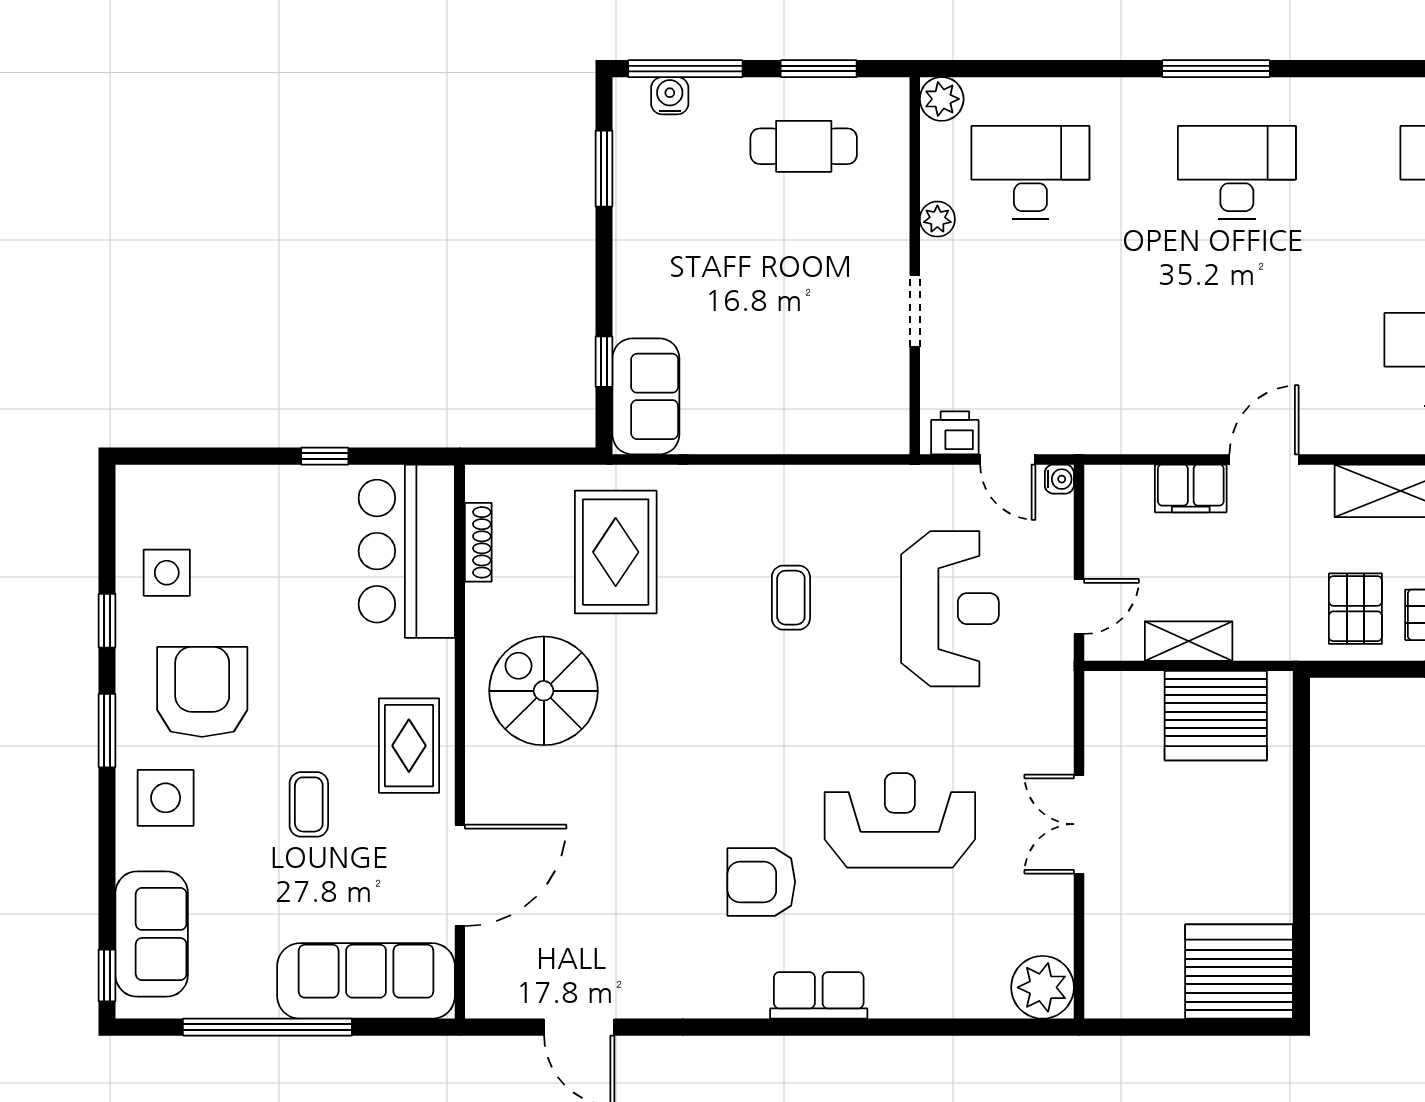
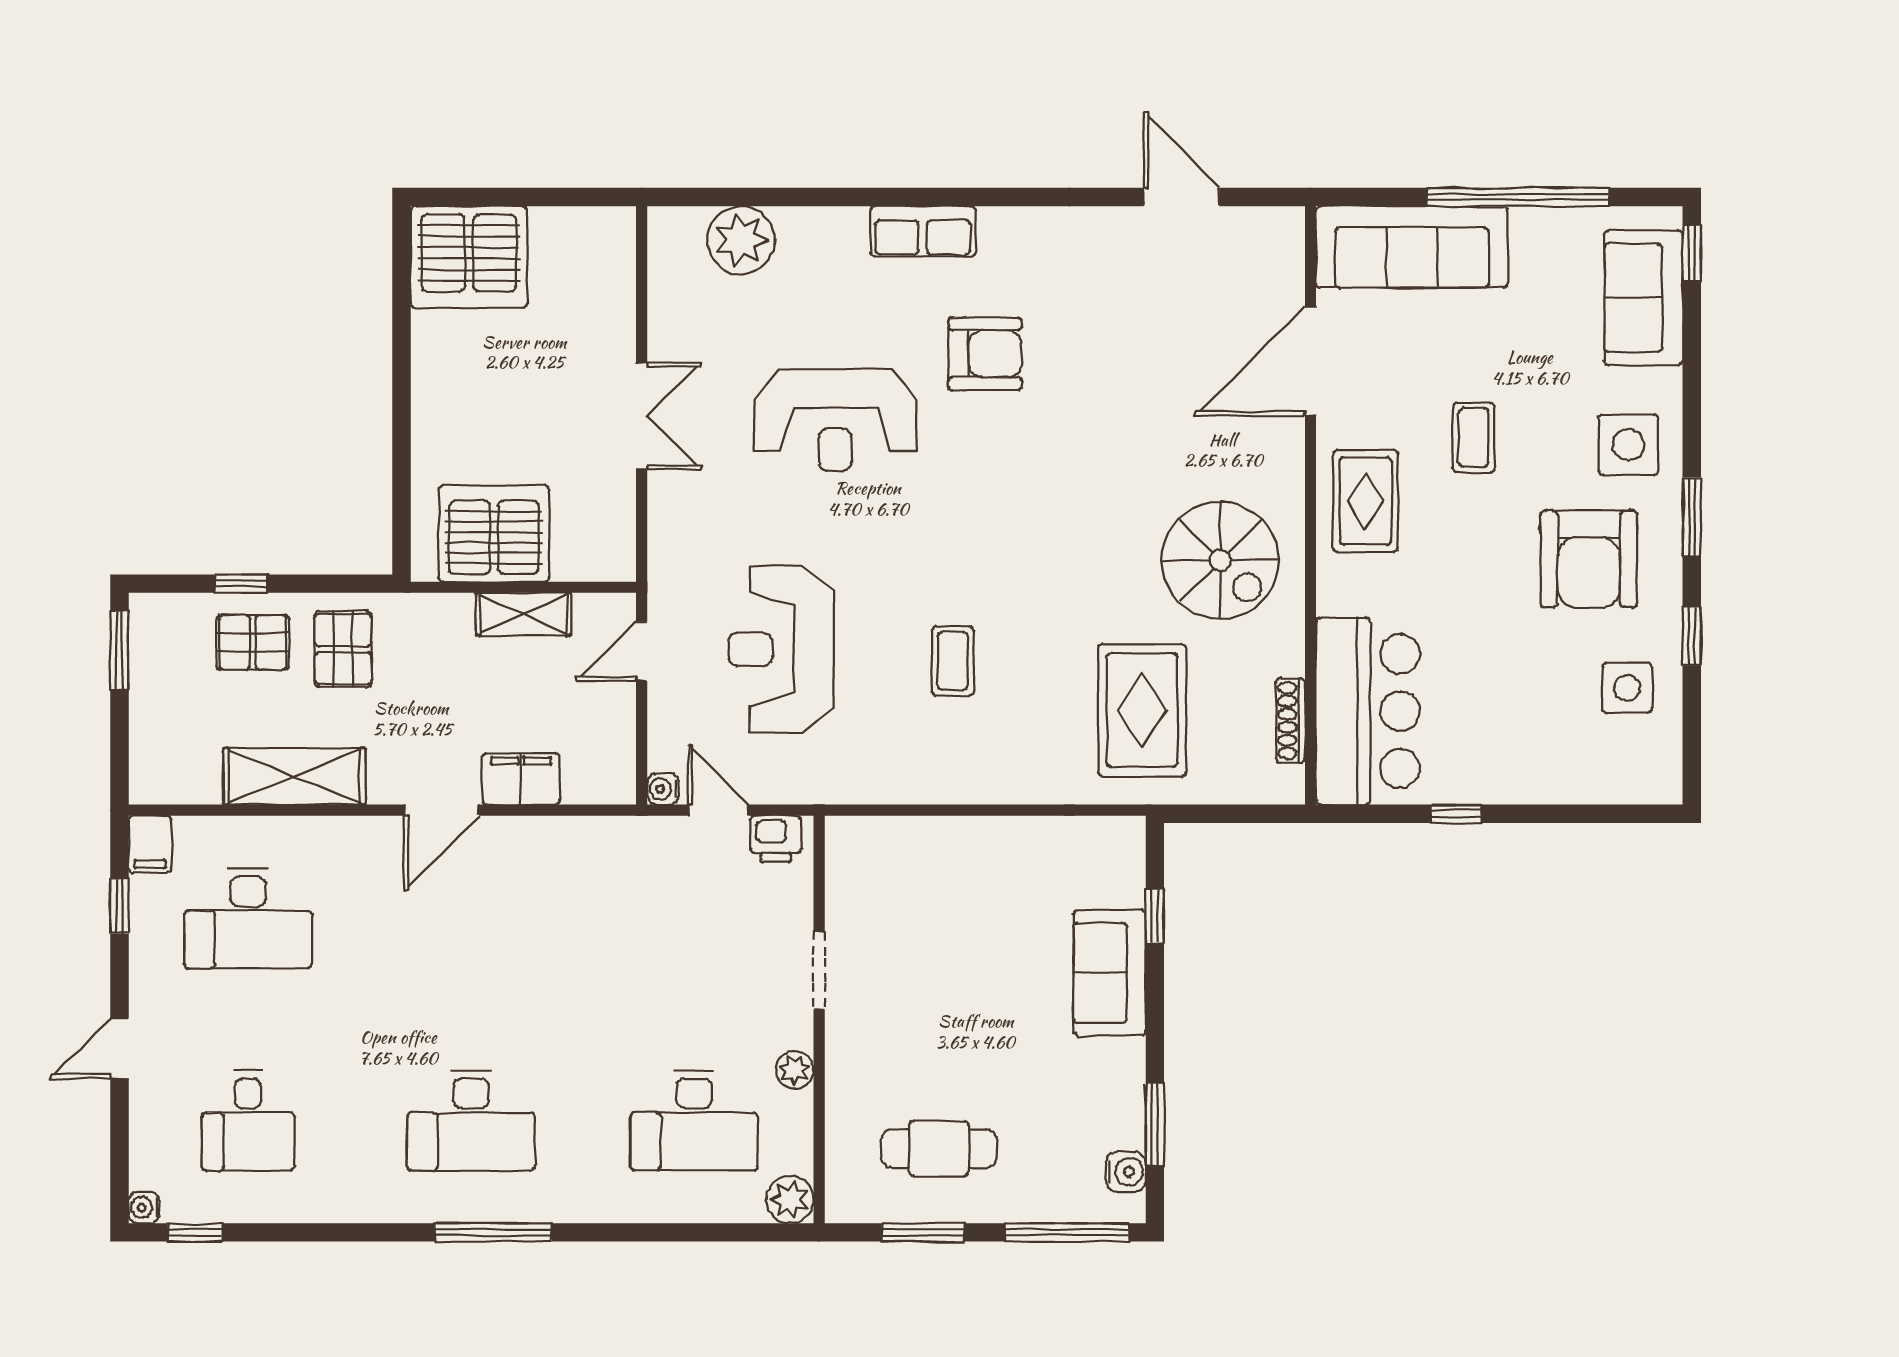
water cooler: (670, 96) -> (1126, 1172), moved, turned -90
sofa: (646, 396) -> (1110, 973), moved
plant: (1043, 987) -> (741, 240), moved

